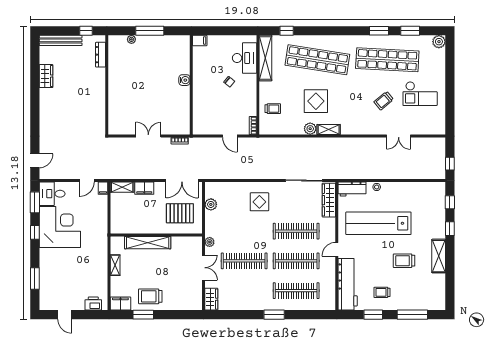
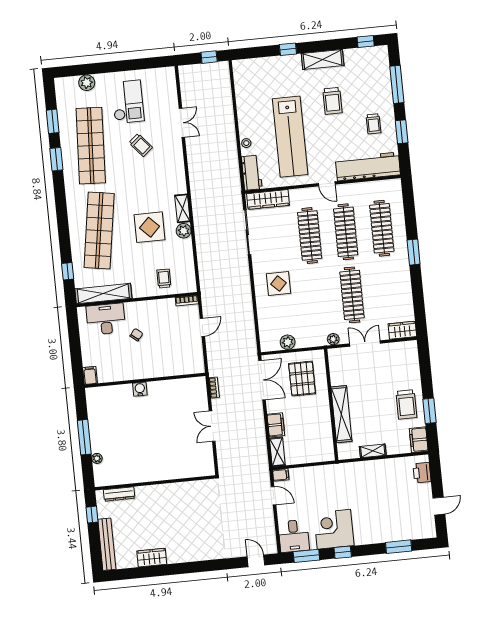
plant: (439, 42) -> (87, 83), moved
window: (450, 202) -> (366, 41), moved
corner desk: (60, 227) -> (334, 529), width x0.74, depth x0.74

